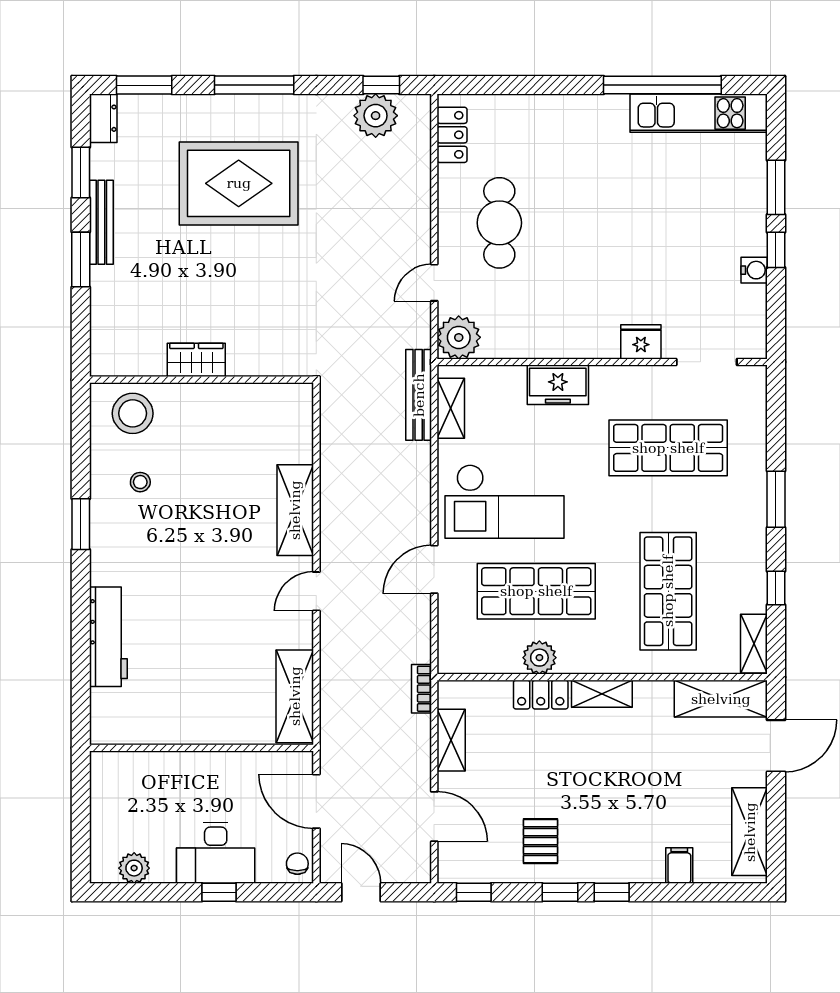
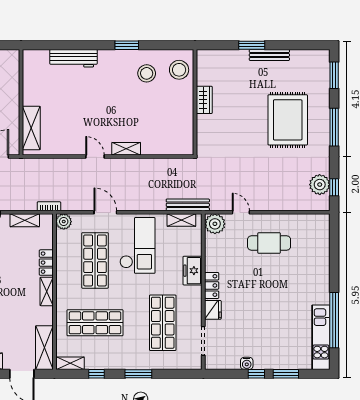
dresser: (103, 118) -> (318, 56), removed
locker: (452, 135) -> (212, 285), moved, turned -90
window: (81, 173) -> (293, 45), removed
stool: (140, 482) -> (147, 73), width x1.89, depth x1.89
checkout: (505, 501) -> (137, 245), turned 180
shelving: (295, 510) -> (126, 149), width x0.67, depth x0.75
plant: (539, 658) -> (64, 222), moved
shelving: (295, 696) -> (31, 128), moved, turned 90

